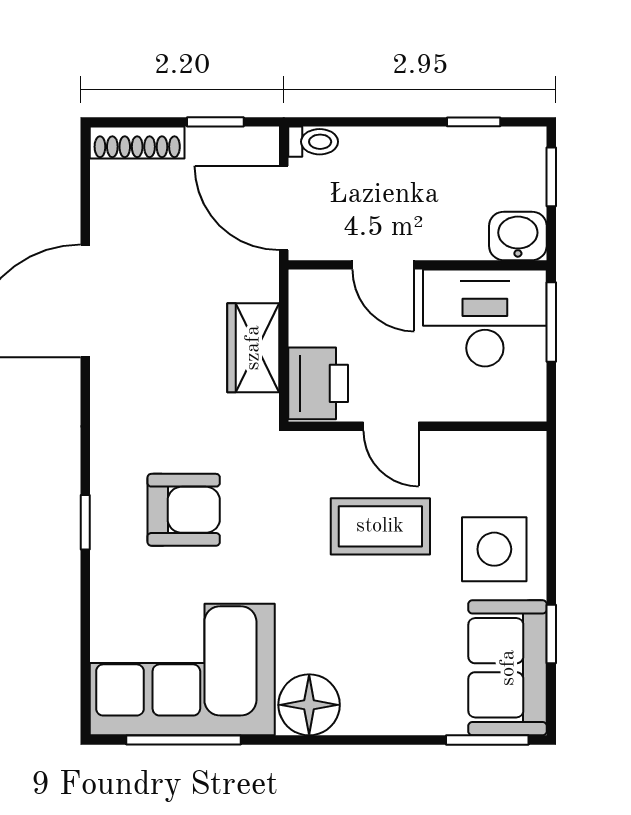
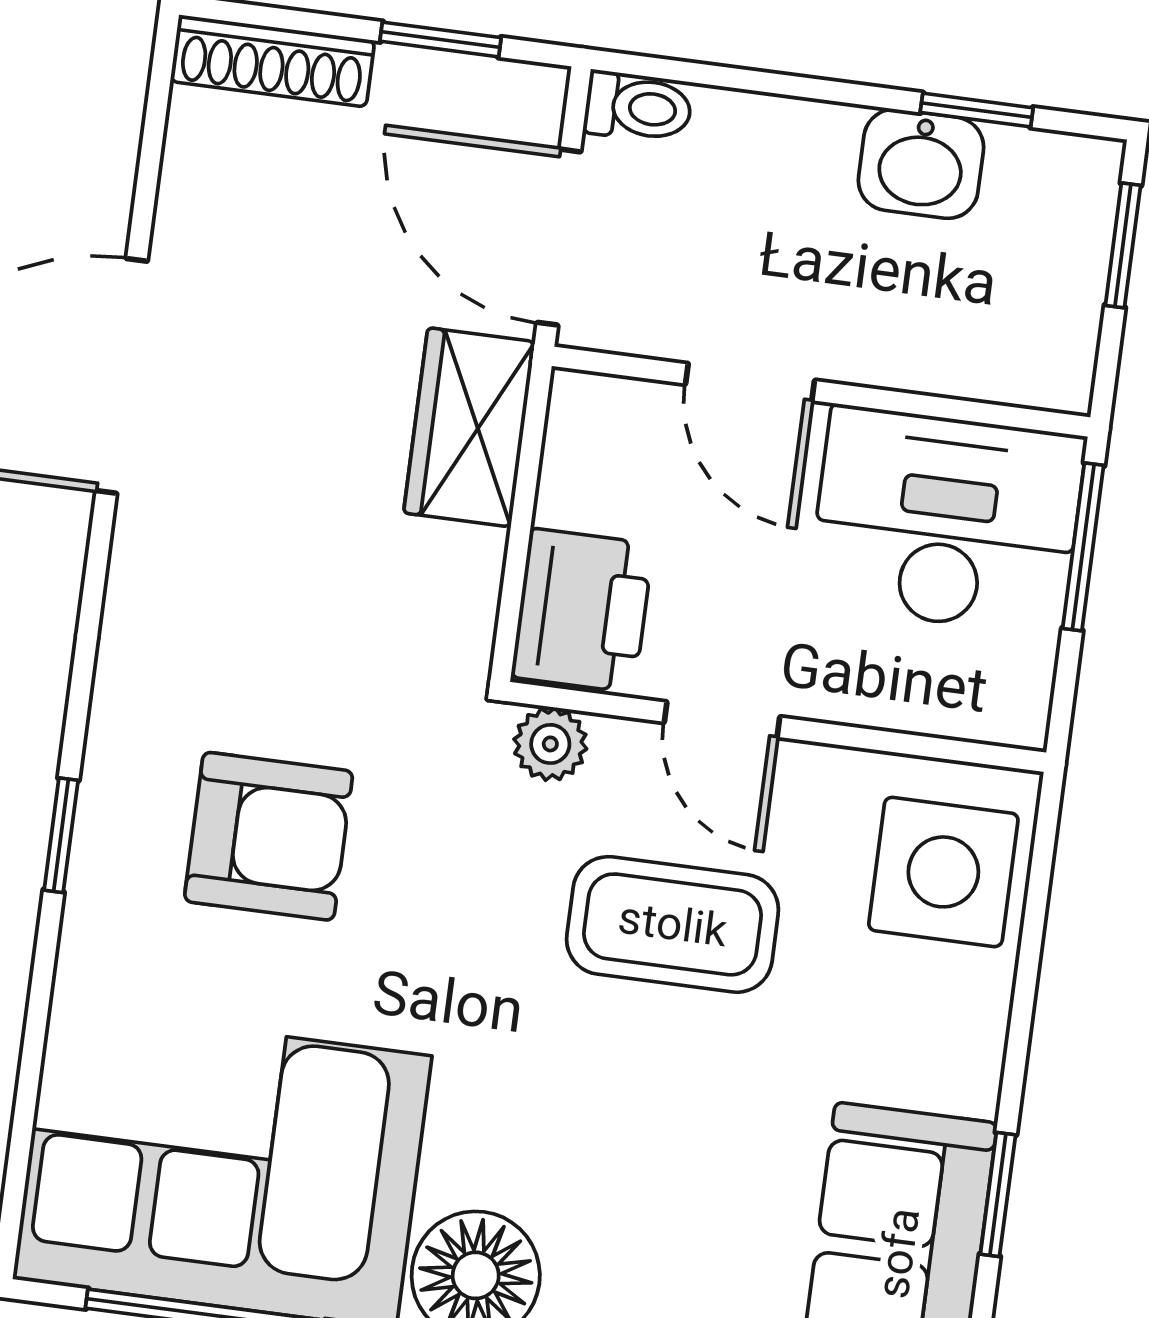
washbasin: (518, 236) -> (921, 164), moved, turned 180
wardrobe: (253, 348) -> (469, 427), moved
plant: (311, 449) -> (550, 744), added
side table: (494, 549) -> (943, 872), moved

